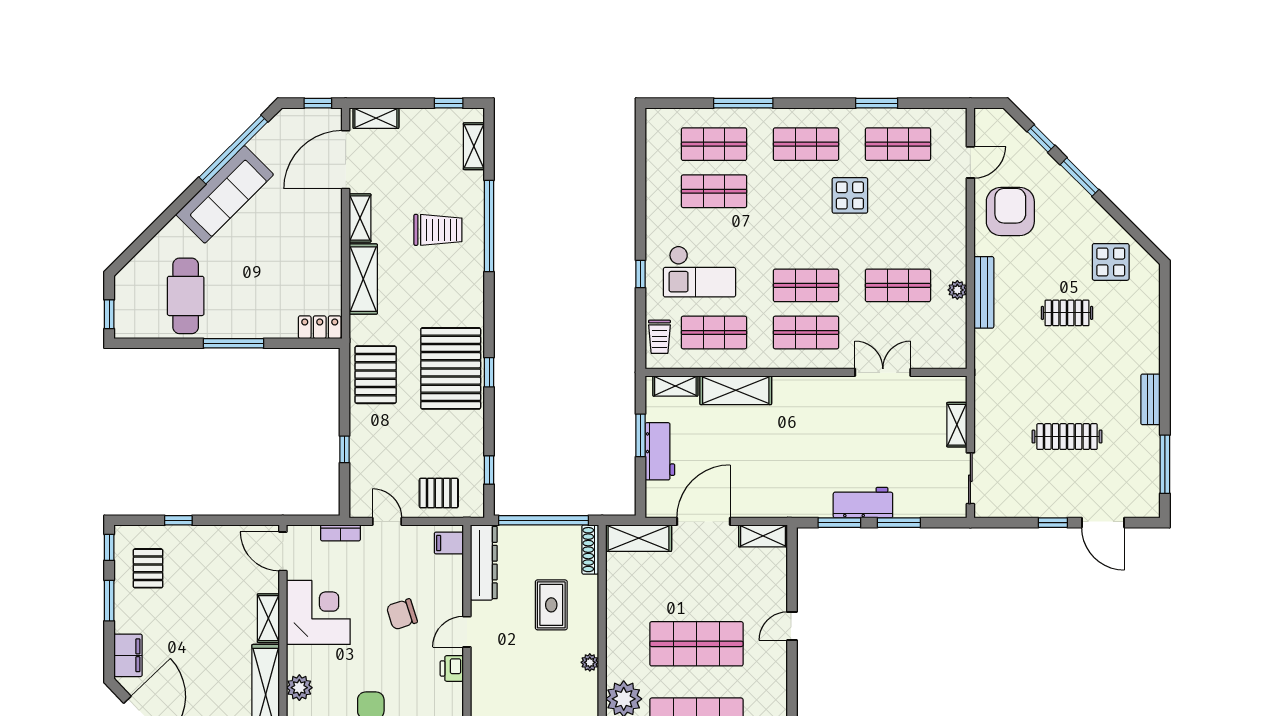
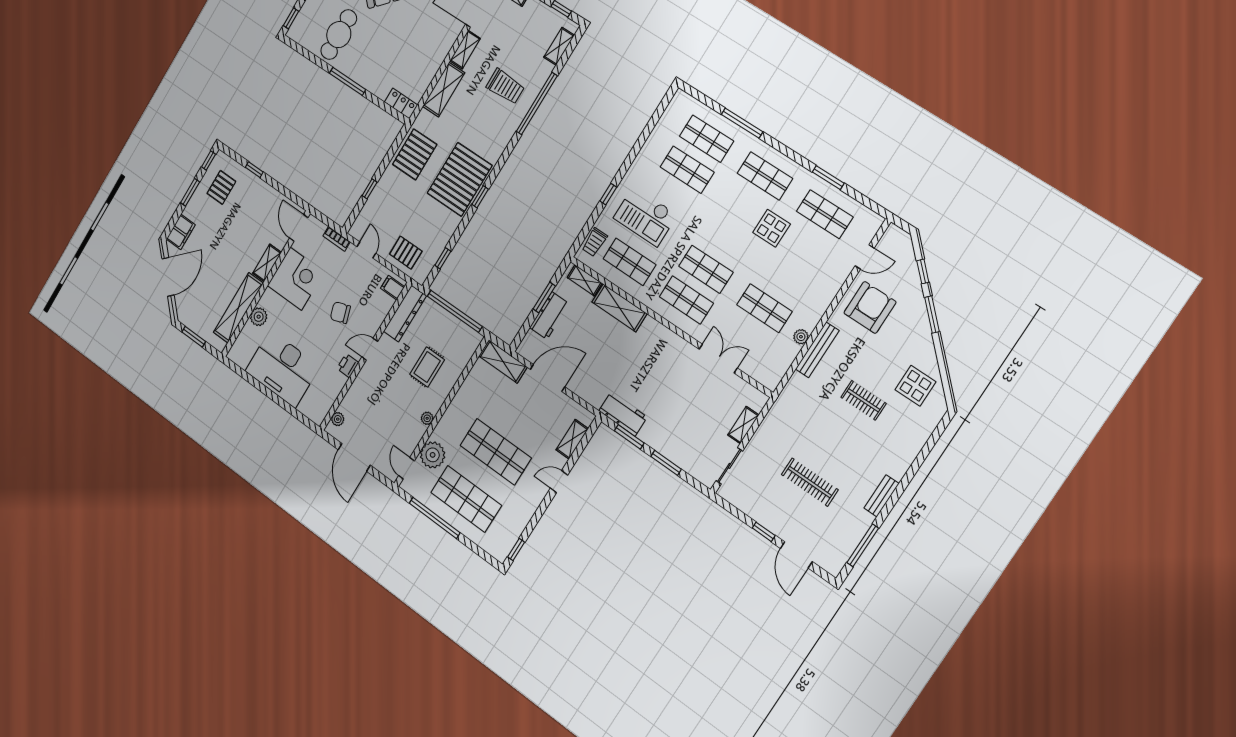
workbench: (863, 503) -> (623, 414), moved
shelving: (763, 536) -> (572, 439), moved, turned 90
shoe rack: (590, 550) -> (470, 349), removed

